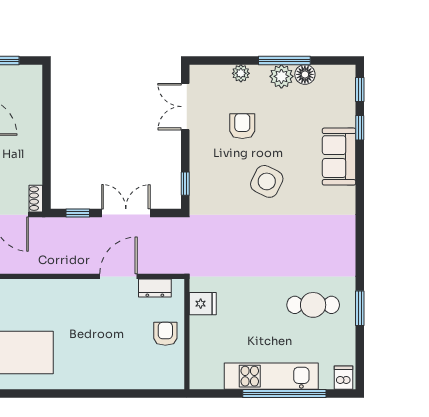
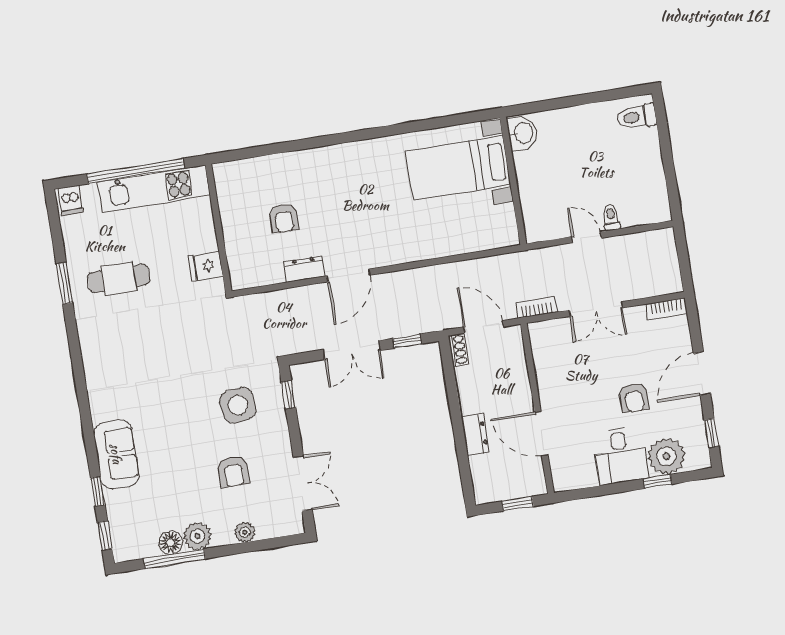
window: (284, 60) -> (174, 559), moved
dresser: (33, 125) -> (475, 434), added
side table: (267, 181) -> (238, 405), moved, turned -33
fridge: (203, 304) -> (206, 266), moved
wall: (187, 334) -> (218, 228), moved

